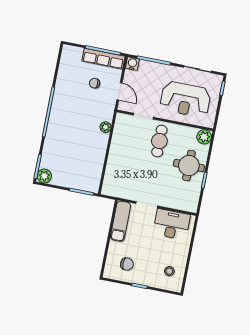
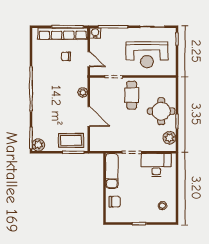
row of seats: (103, 59) -> (63, 34), width x1.36
plant: (204, 137) -> (169, 138), moved
door: (107, 155) -> (89, 116), added
coffee table: (82, 178) -> (71, 140), added
chair: (127, 264) -> (115, 202), moved

